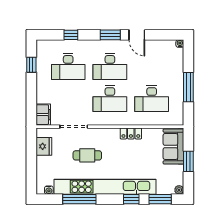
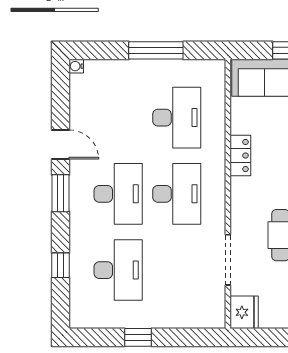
door: (137, 35) -> (61, 145), hinge flipped
window: (31, 65) -> (138, 337), moved
filing cabinet: (43, 115) -> (206, 315), removed
fridge: (44, 146) -> (244, 312), moved, turned 90

